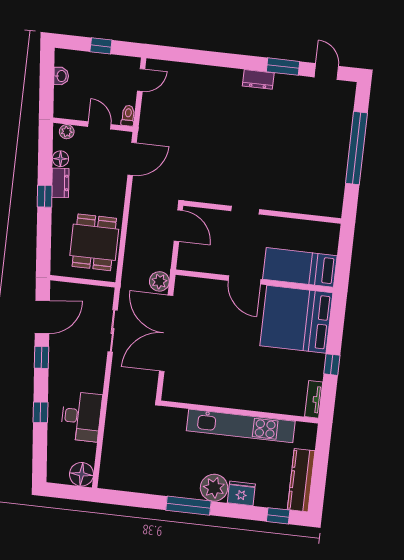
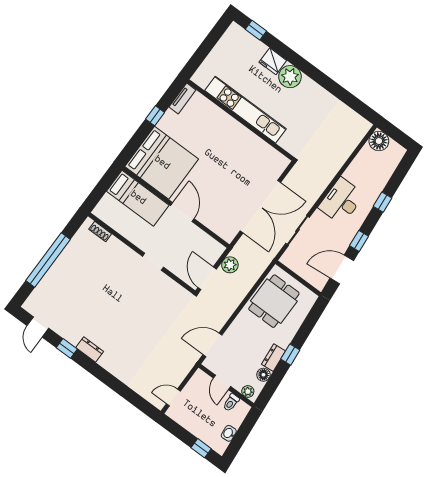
window: (101, 46) -> (201, 448), moved
window: (283, 67) -> (67, 348), width x0.67
toilet: (128, 116) -> (231, 402), moved
shoe rack: (319, 210) -> (100, 232), added
plant: (159, 281) -> (230, 265), moved
desk: (81, 416) -> (341, 201), moved
kitchen counter: (301, 480) -> (225, 46), removed
window: (188, 506) -> (316, 74), removed

